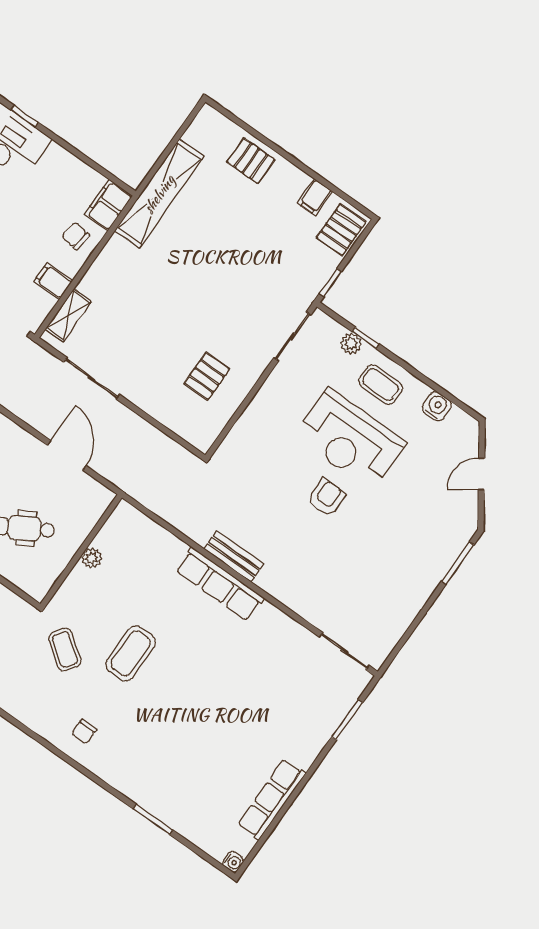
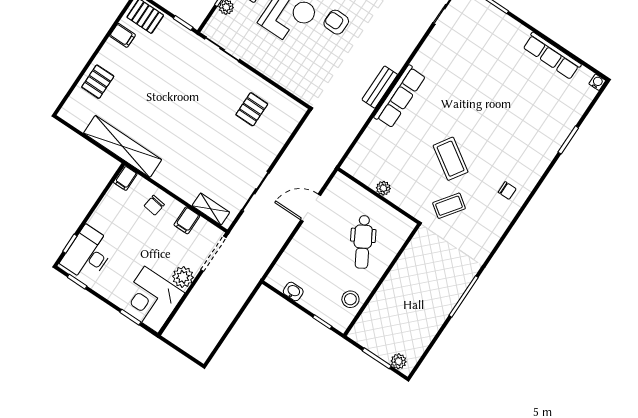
filing cabinet: (108, 205) -> (125, 178), width x0.50
pallet: (207, 376) -> (252, 109), turned 90
coffee table: (131, 653) -> (451, 159), turned 33

